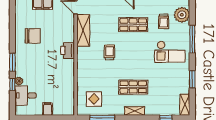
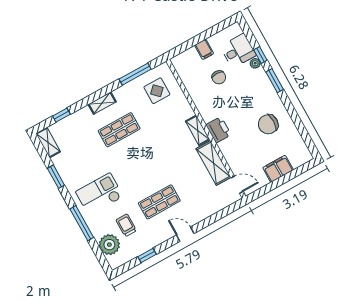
trolley: (109, 52) -> (169, 155), removed
shelving: (82, 58) -> (198, 130), added
chair: (48, 85) -> (219, 77), added

